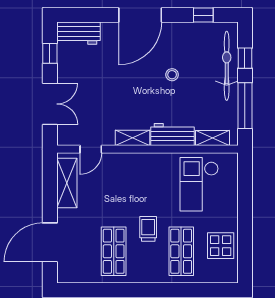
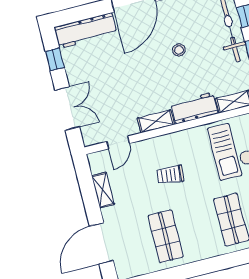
workbench: (78, 33) -> (85, 31), width x1.38
shelving: (67, 183) -> (103, 190), width x0.67, depth x0.75
trolley: (148, 229) -> (170, 175), moved, turned -84

